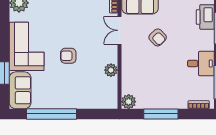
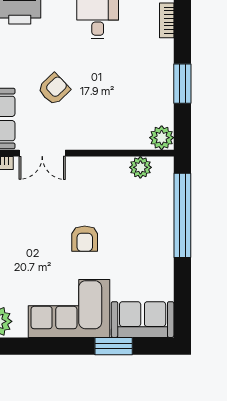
plant: (111, 70) -> (140, 167), moved
window: (51, 114) -> (182, 215), moved
window: (161, 114) -> (182, 84), width x0.69

